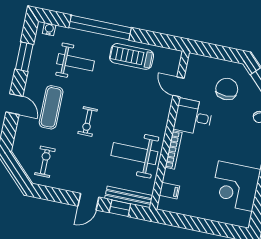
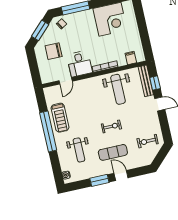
window: (100, 28) -> (48, 131), moved
window: (24, 57) -> (99, 180), moved
weight bench: (76, 62) -> (79, 150), turned 180
door: (14, 104) -> (121, 175), hinge flipped

